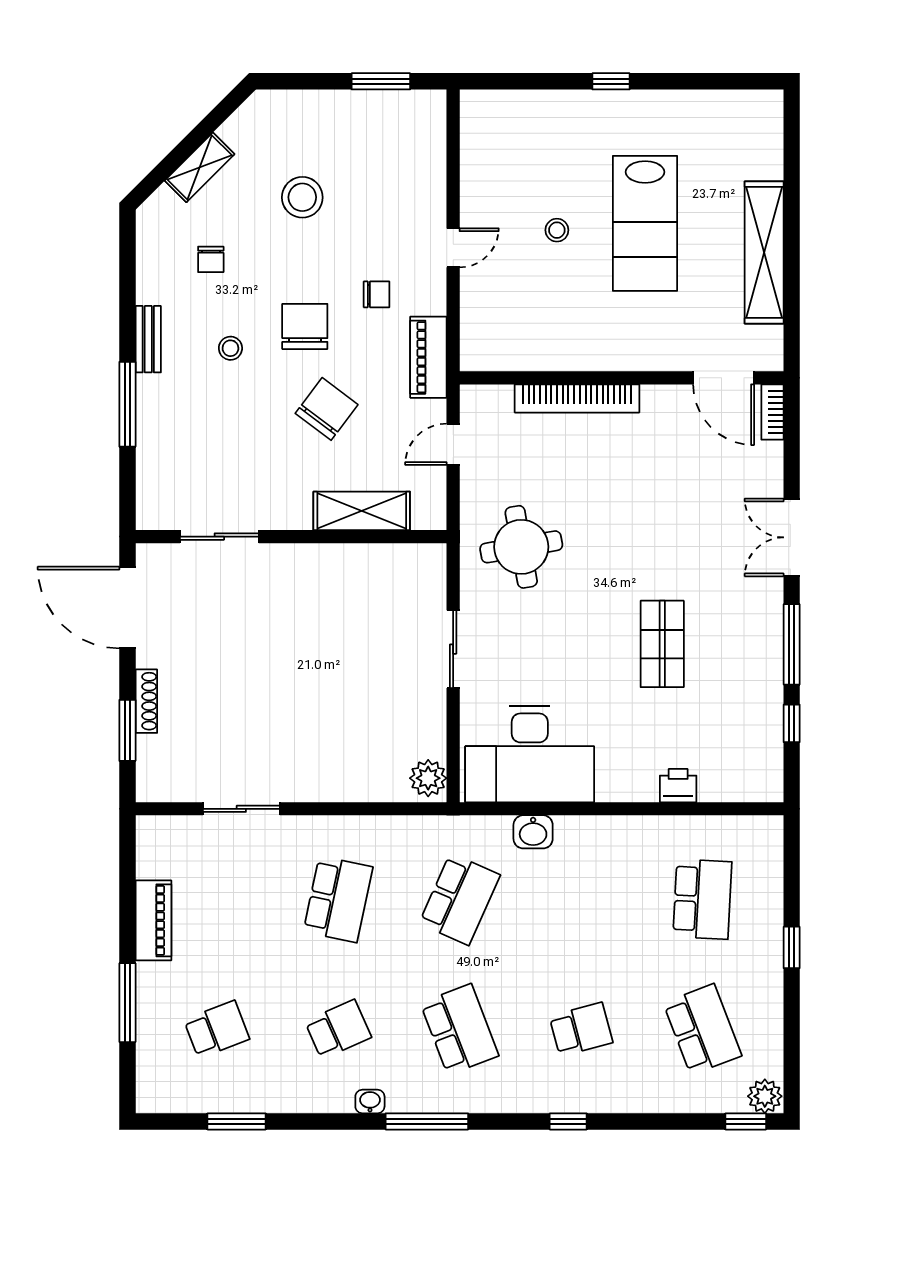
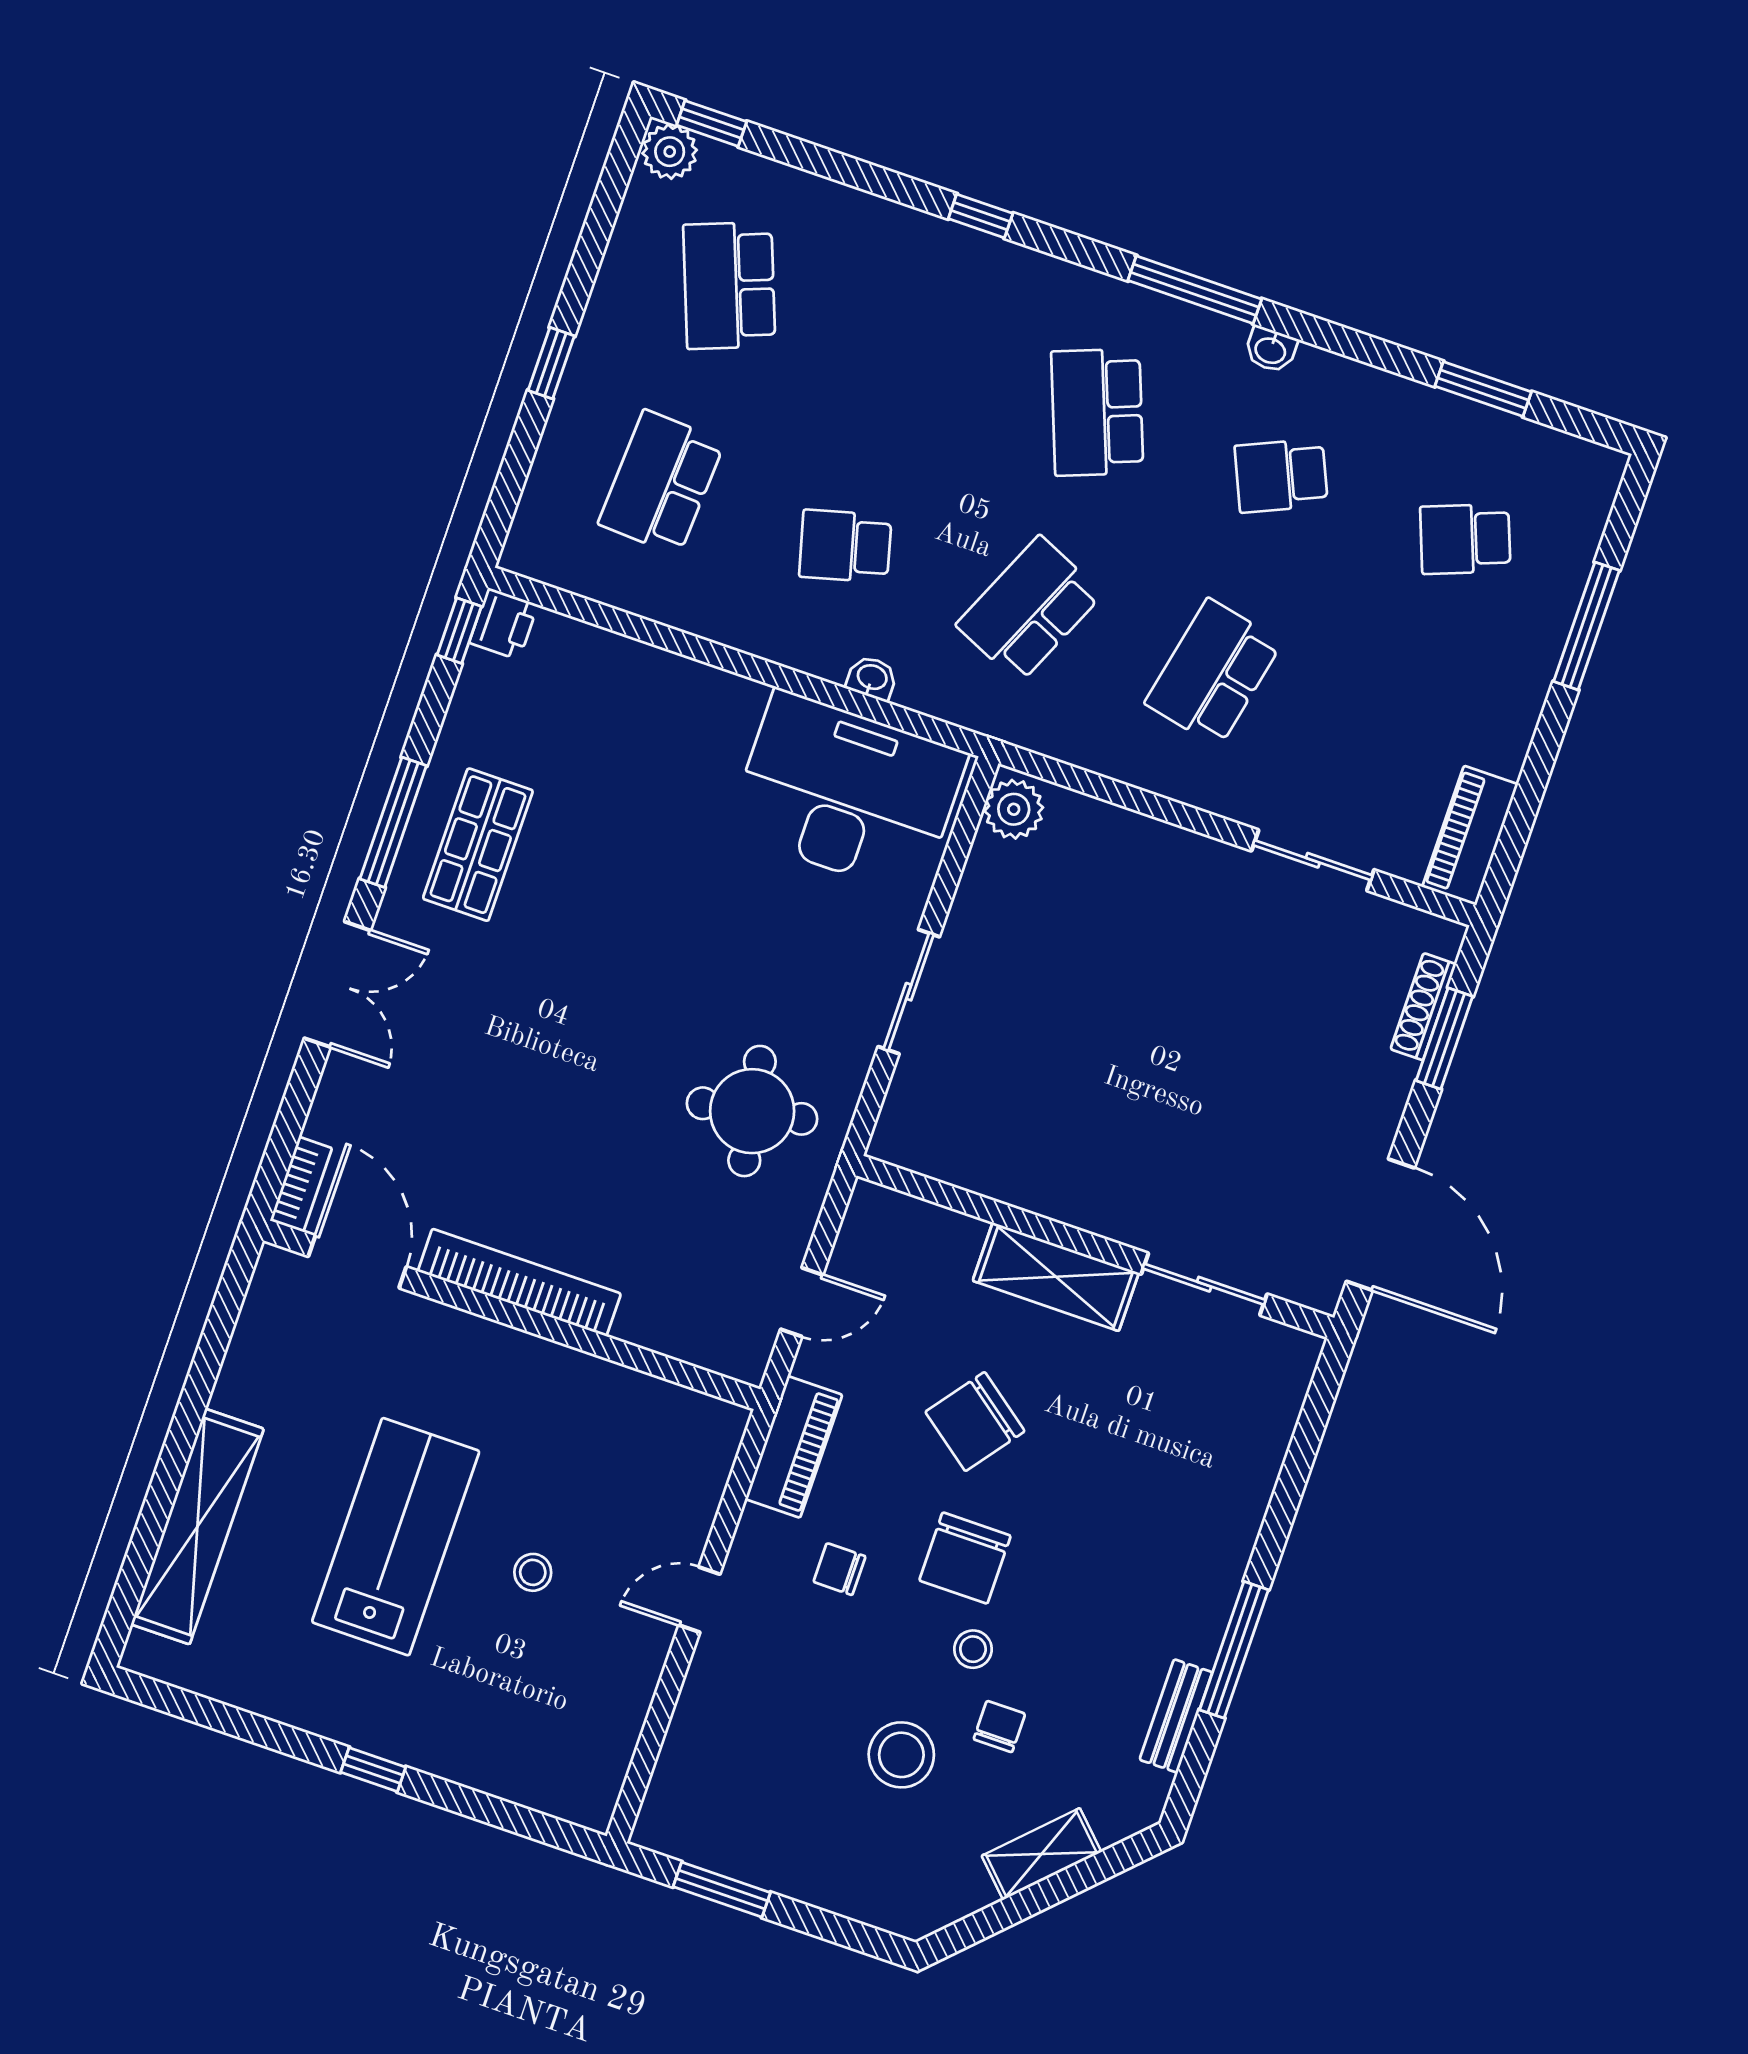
shelving: (764, 252) -> (197, 1527), moved
chair: (211, 259) -> (999, 1726), moved
bench: (148, 339) -> (1176, 1716), moved
stool: (230, 348) -> (973, 1649), moved
bookcase: (577, 398) -> (519, 1282), moved
window: (127, 404) -> (1234, 1650), moved
shelving: (362, 511) -> (1056, 1277), moved
shop shelf: (662, 644) -> (478, 845), moved
shoe rack: (146, 701) -> (1423, 1007), moved
window: (792, 723) -> (459, 631), moved
printer: (678, 786) -> (504, 624), moved, turned -90
washbasin: (533, 832) -> (872, 678), width x0.72, depth x0.69
piano: (153, 920) -> (1470, 836), moved
school desk: (581, 1029) -> (845, 546), moved

